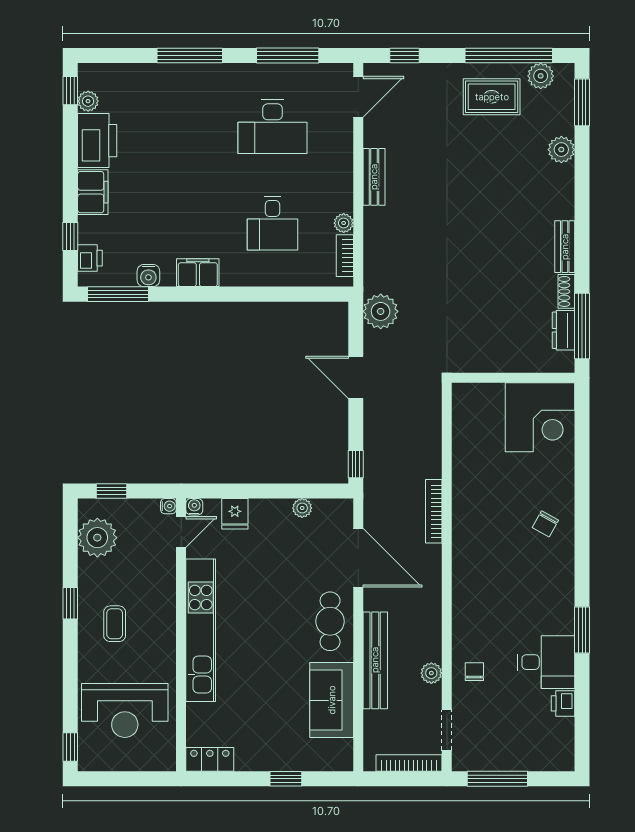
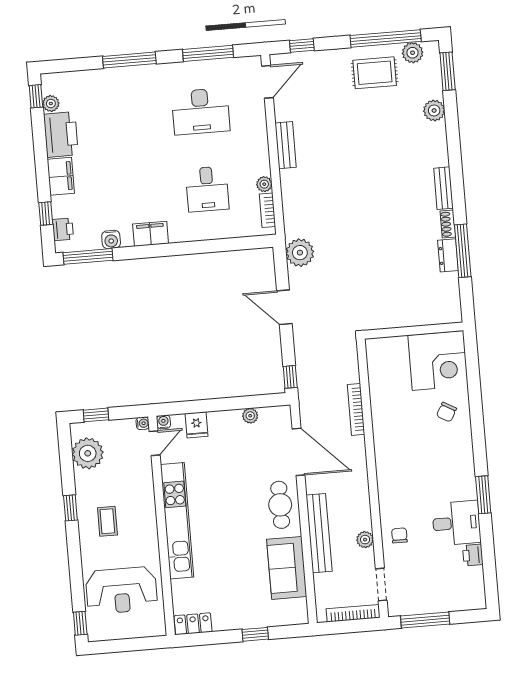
wall: (513, 378) -> (414, 331), moved
corner desk: (540, 417) -> (438, 360), moved

